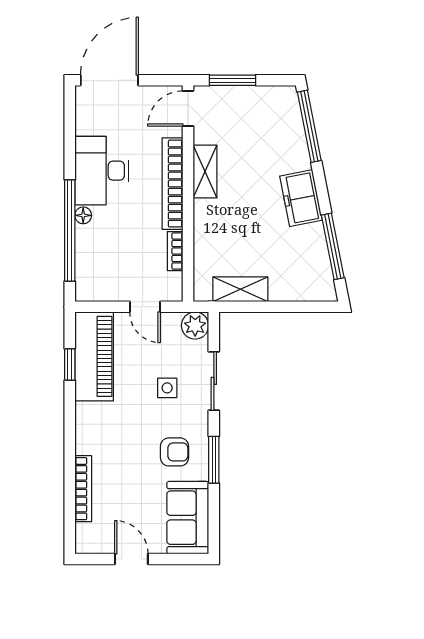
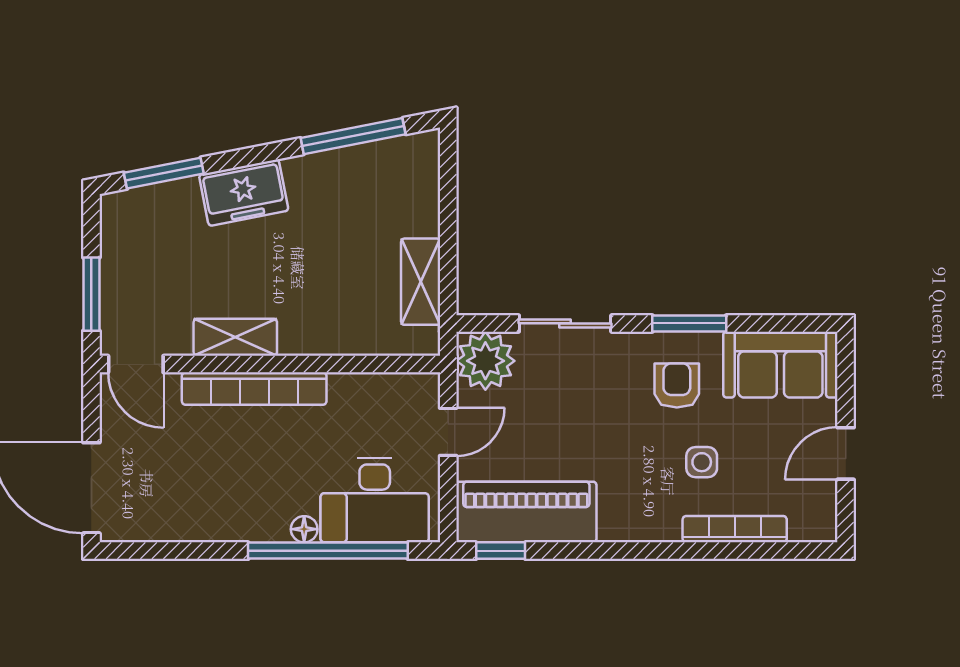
window: (309, 126) -> (164, 173), width x0.69
desk: (102, 171) -> (375, 500), moved
freezer: (301, 198) -> (244, 193), moved
bookcase: (175, 251) -> (360, 384), removed
plant: (195, 326) -> (485, 361), width x1.36, depth x1.36
window: (70, 364) -> (501, 551), moved
side table: (167, 388) -> (702, 462), moved

